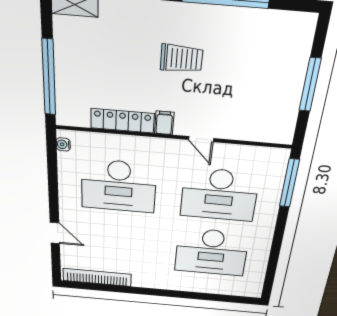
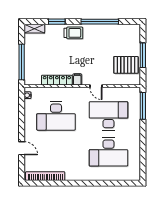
trolley: (181, 59) -> (73, 33), moved
pallet: (270, 102) -> (126, 65), added
desk: (219, 195) -> (108, 116), turned 180

